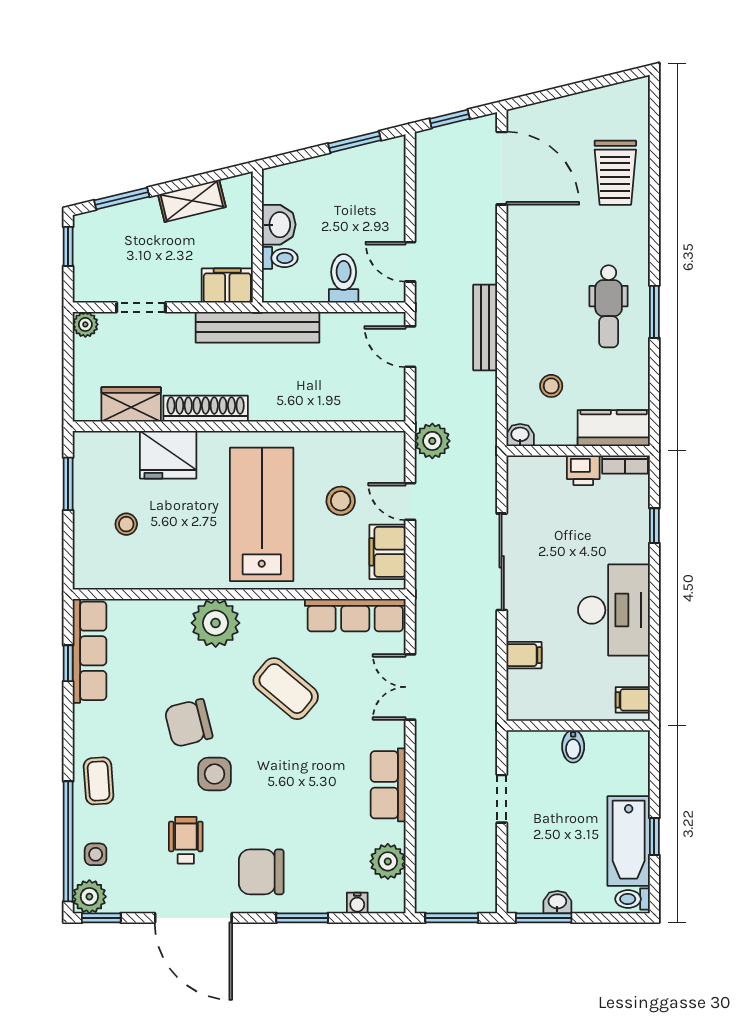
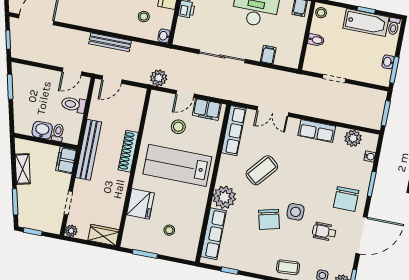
wardrobe: (131, 404) -> (103, 235), moved, turned 90
shoe rack: (206, 409) -> (128, 151), moved
row of seats: (90, 651) -> (213, 234), moved, turned 90
stool: (631, 746) -> (321, 13), added

